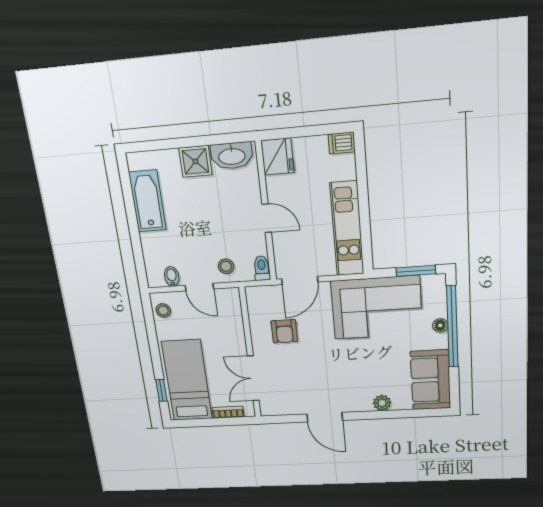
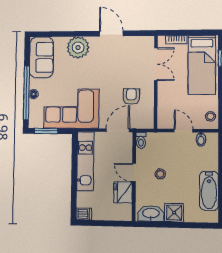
fridge: (277, 156) -> (123, 192), moved
stool: (226, 266) -> (160, 174), moved
plant: (382, 403) -> (78, 48), width x1.87, depth x1.87

